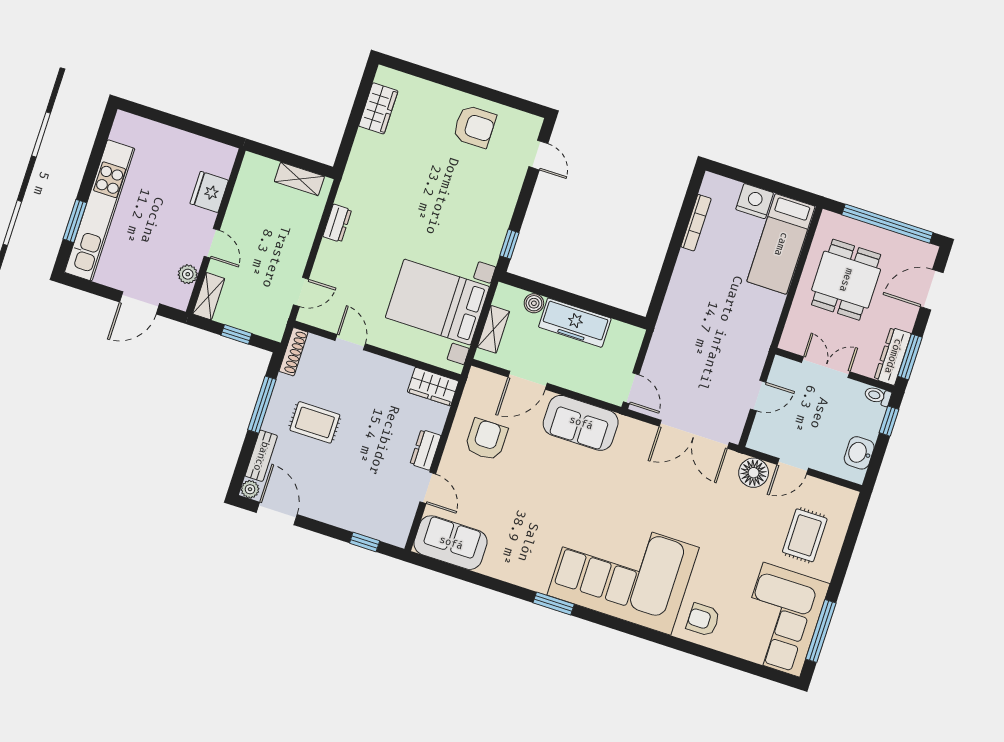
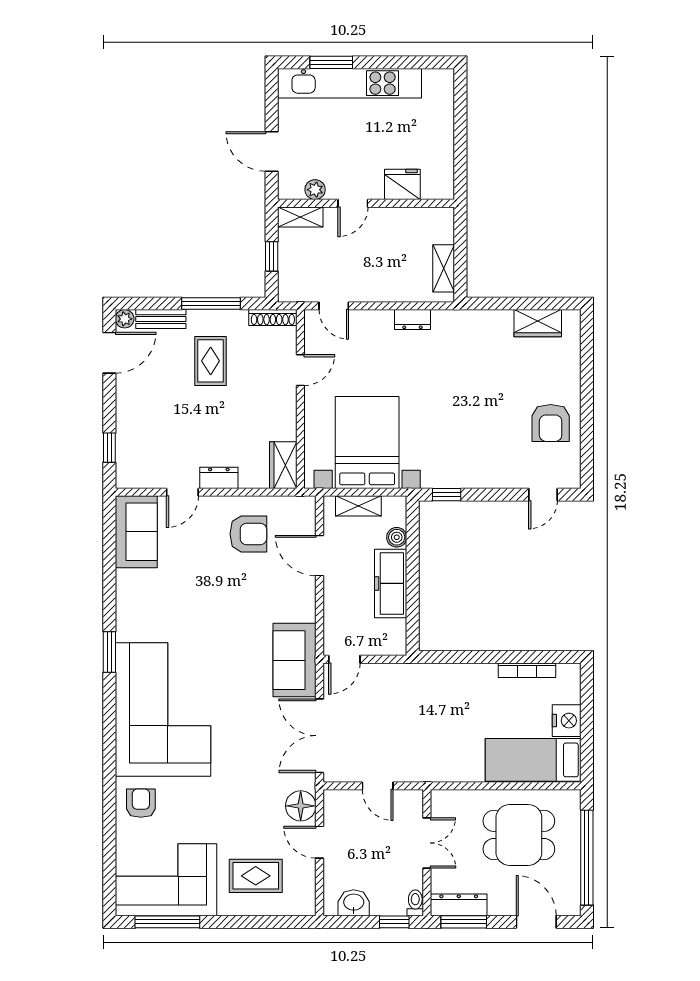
sofa: (581, 423) -> (295, 660), moved

